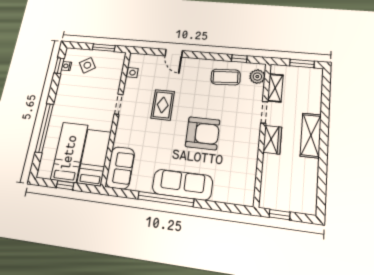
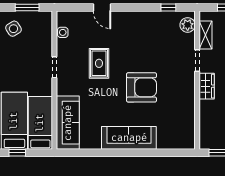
coffee table: (226, 77) -> (157, 28), removed
sofa: (120, 168) -> (68, 123), width x1.36
window: (166, 199) -> (115, 153), removed

